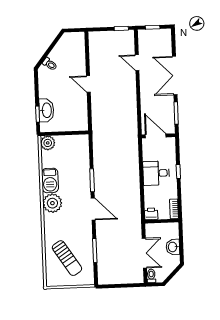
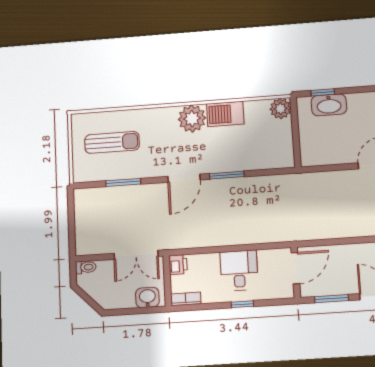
washbasin: (173, 247) -> (147, 297), moved
double door: (144, 253) -> (136, 255), moved
sun lounger: (67, 258) -> (112, 142), turned -147

